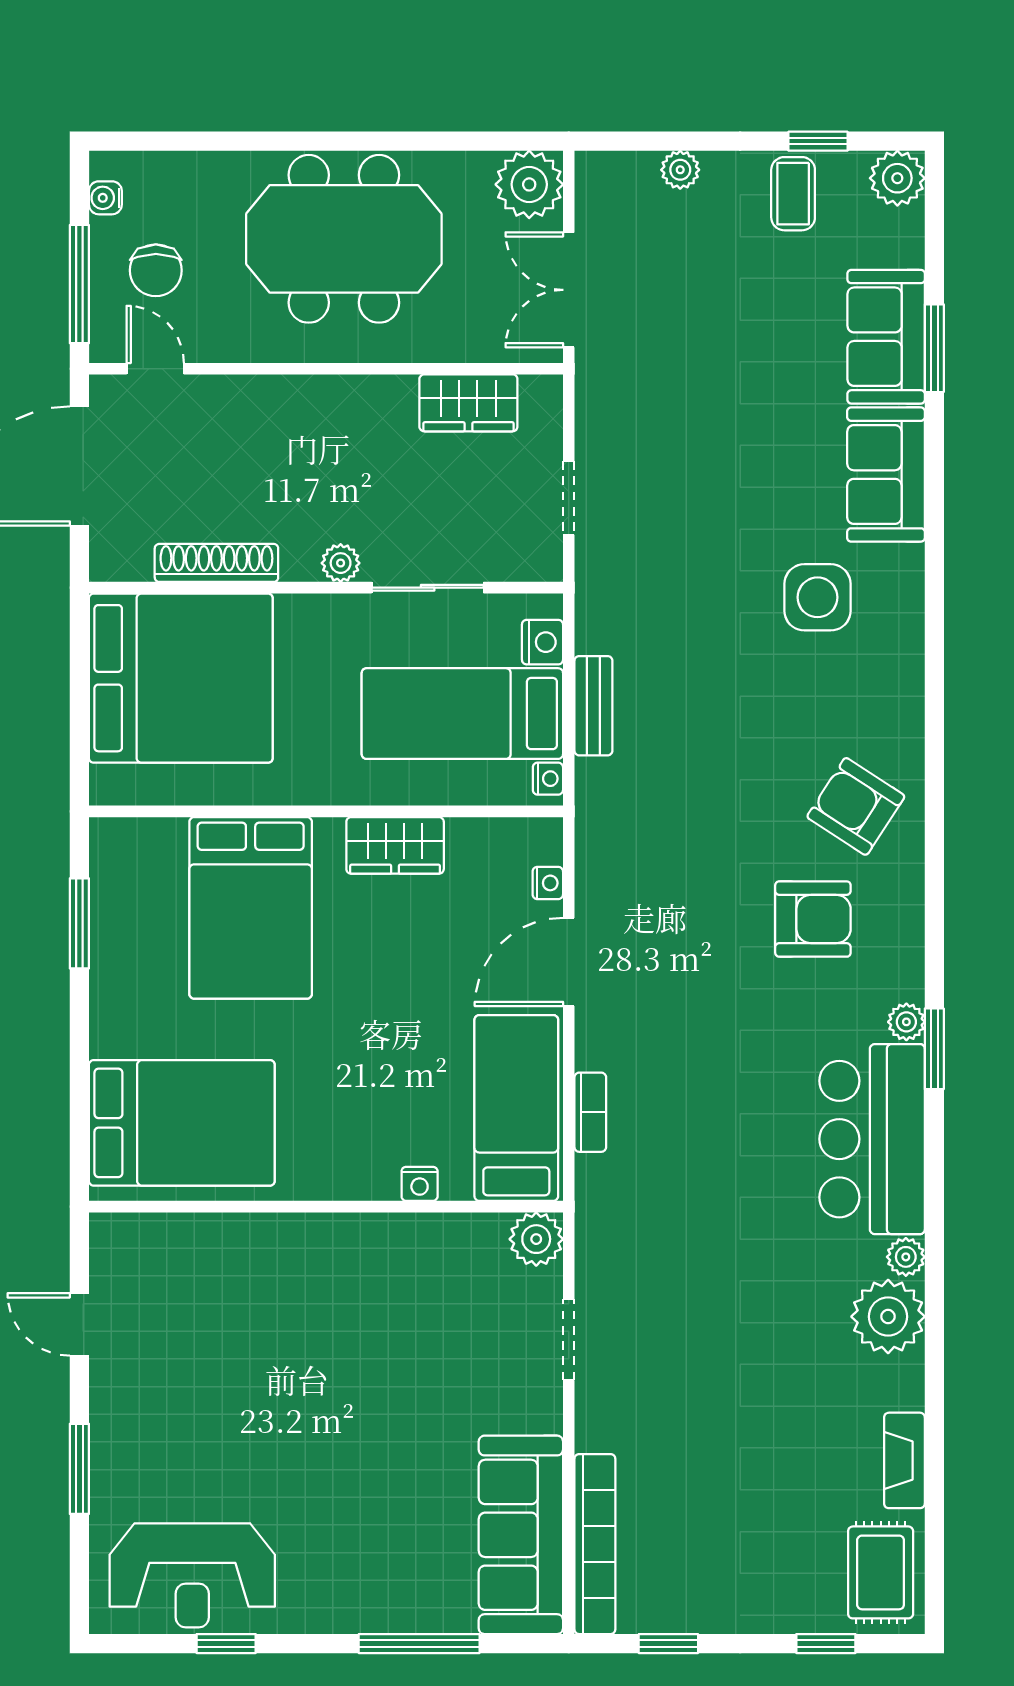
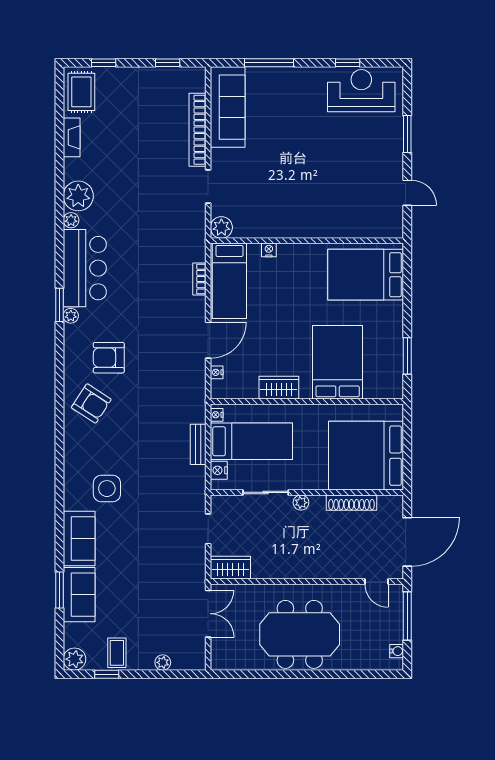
plant: (529, 184) -> (224, 657), removed
chair: (156, 270) -> (376, 622), removed
wardrobe: (468, 403) -> (230, 568), moved
bookcase: (595, 1544) -> (198, 130), moved

